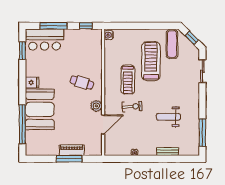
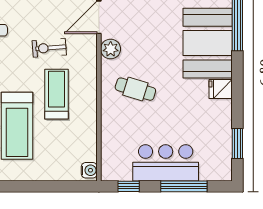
bar counter: (45, 39) -> (166, 163), moved

